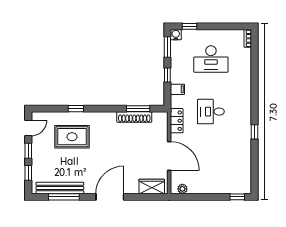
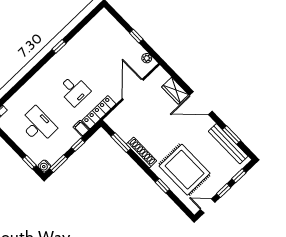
shoe rack: (134, 117) -> (141, 152), moved
locker: (177, 121) -> (99, 112), width x1.53
rug: (72, 137) -> (185, 170), width x1.37, depth x1.44
wardrobe: (152, 187) -> (175, 91), moved
window: (64, 197) -> (232, 135), width x0.69
window: (237, 197) -> (136, 36), moved

